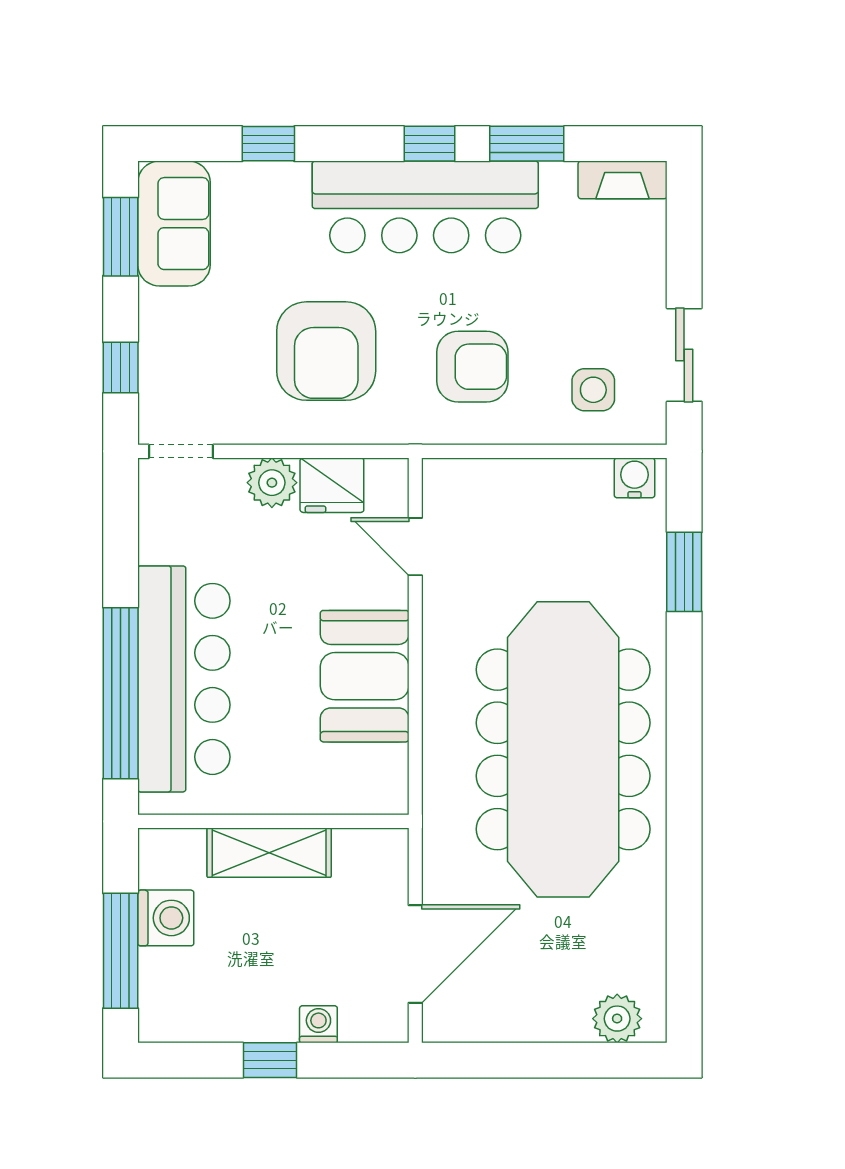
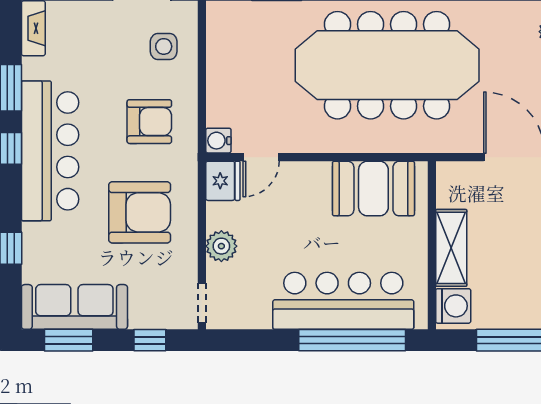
sofa: (174, 224) -> (74, 307), width x1.36
armchair: (472, 367) -> (149, 122), turned 90
water cooler: (635, 478) -> (218, 141), moved
fridge: (332, 485) -> (223, 181), moved
booth: (365, 676) -> (373, 189), moved
washing machine: (166, 918) -> (453, 306), moved, turned 90

